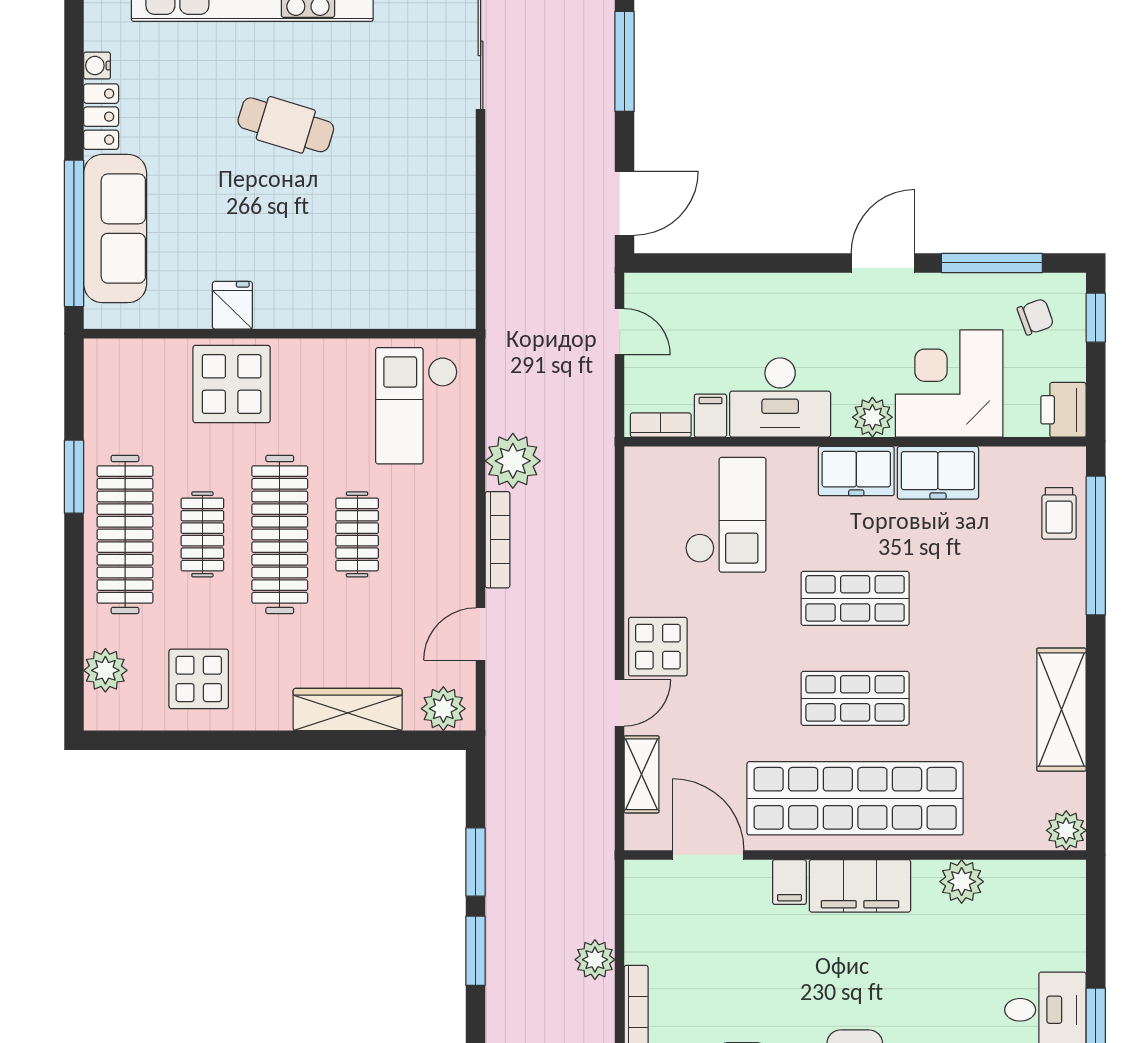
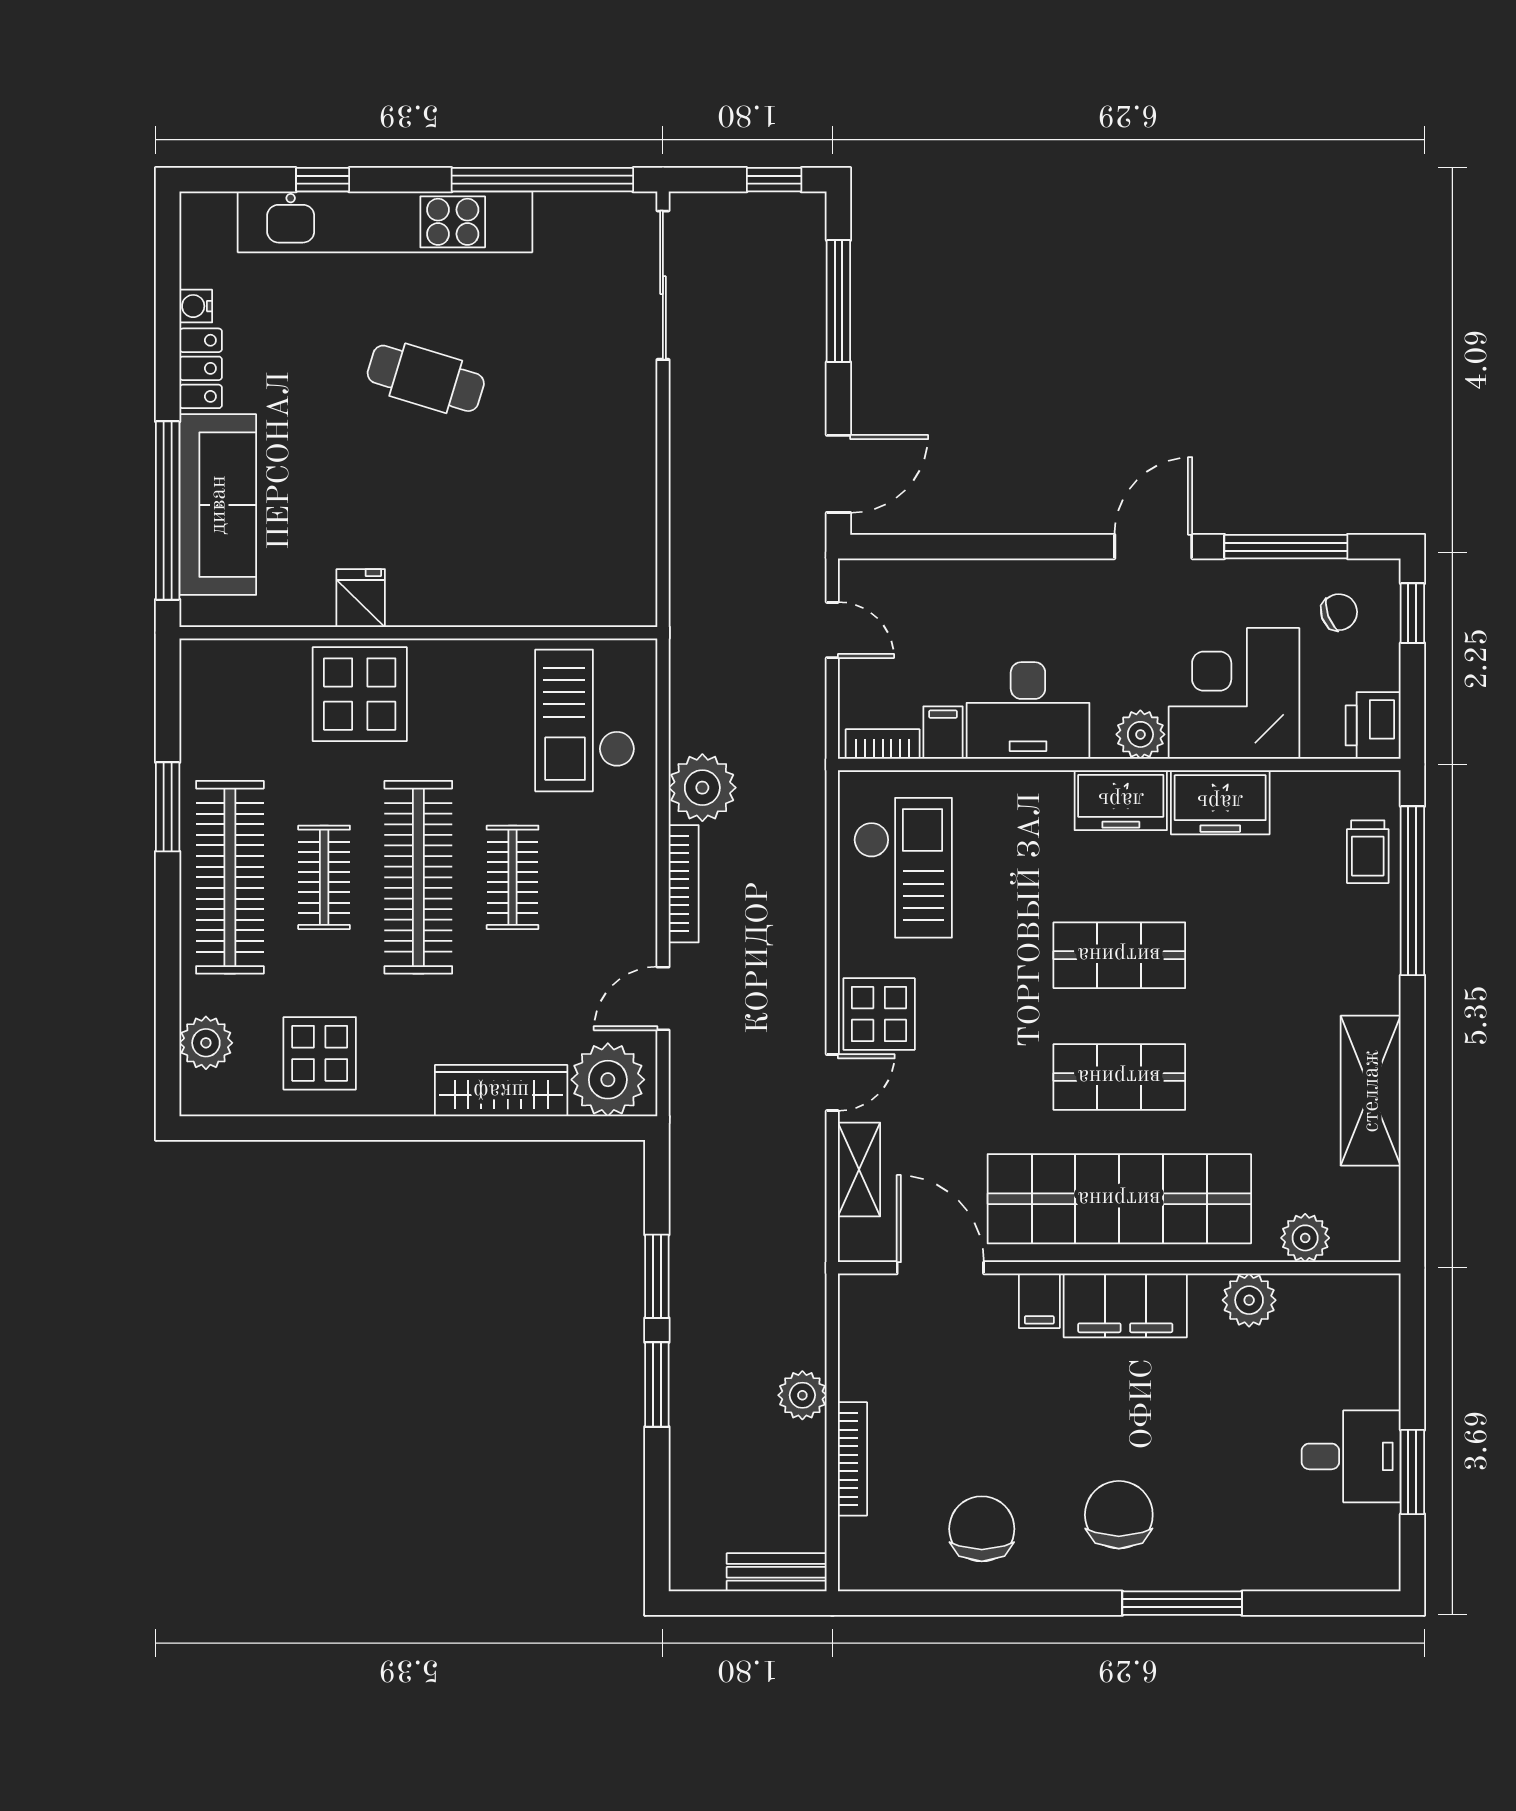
checkout: (726, 515) -> (903, 868), moved
plant: (443, 709) -> (608, 1080), width x1.36, depth x1.36
plant: (1066, 830) -> (1305, 1238), moved

